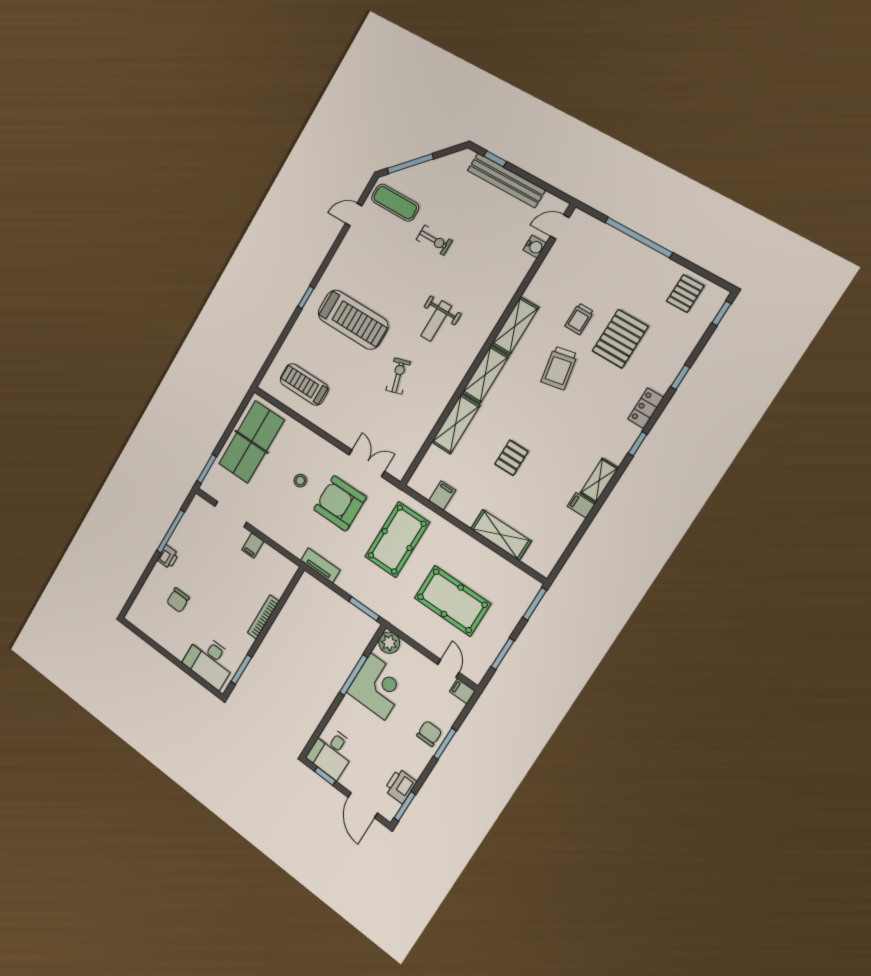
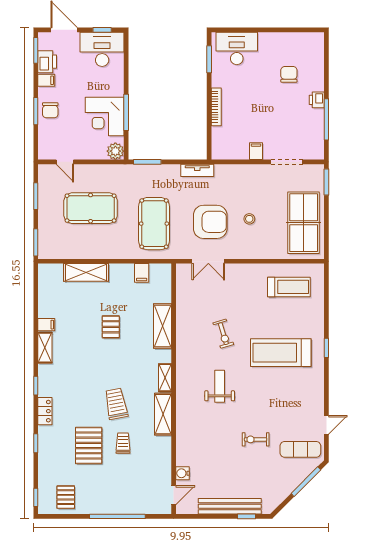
shelving: (485, 374) -> (165, 378), width x0.67, depth x0.75
filing cabinet: (462, 691) -> (46, 80), moved
desk: (332, 752) -> (102, 49), width x1.37

